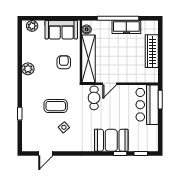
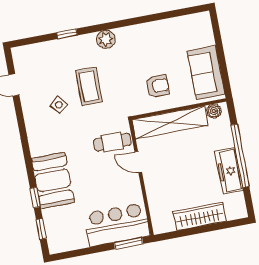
plant: (32, 26) -> (204, 27), removed
plant: (28, 69) -> (106, 39), moved

